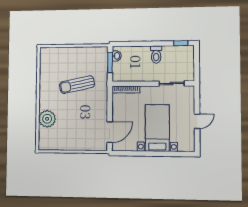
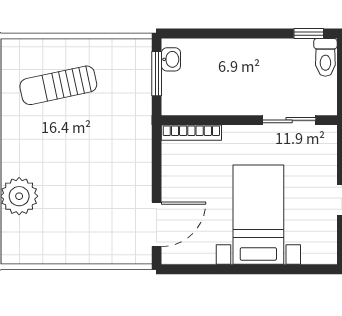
toilet: (156, 55) -> (325, 57), moved
sun lounger: (77, 85) -> (58, 85), moved

